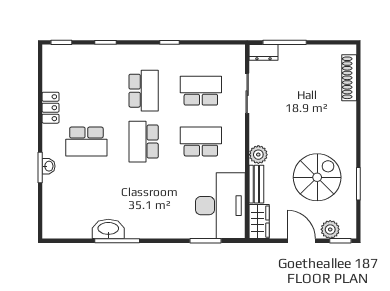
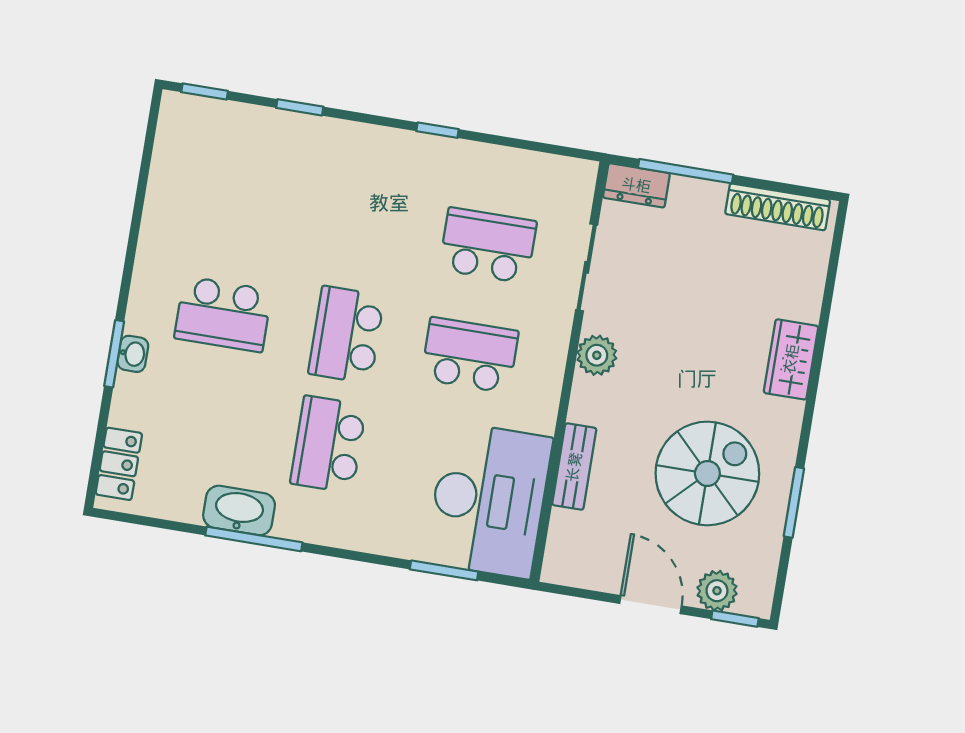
shoe rack: (349, 78) -> (778, 207), moved, turned -90
school desk: (144, 91) -> (328, 444), moved, turned 180
locker: (51, 108) -> (119, 464), moved
plant: (258, 155) -> (597, 355), moved
wardrobe: (259, 222) -> (791, 359), moved, turned 180

